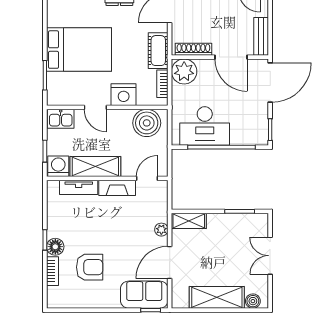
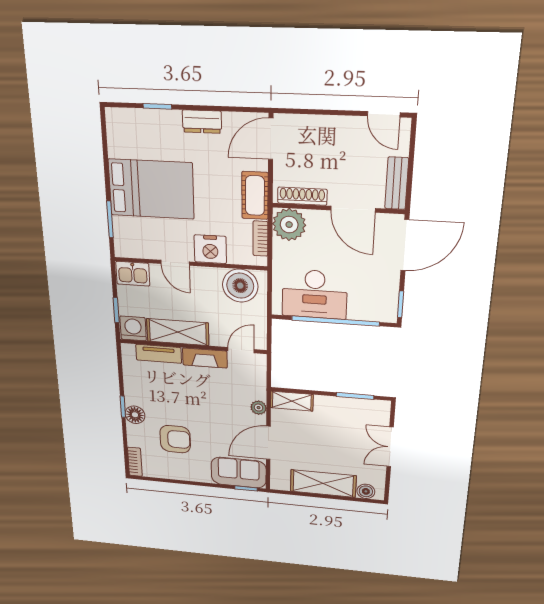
bookcase: (52, 271) -> (135, 462), moved

